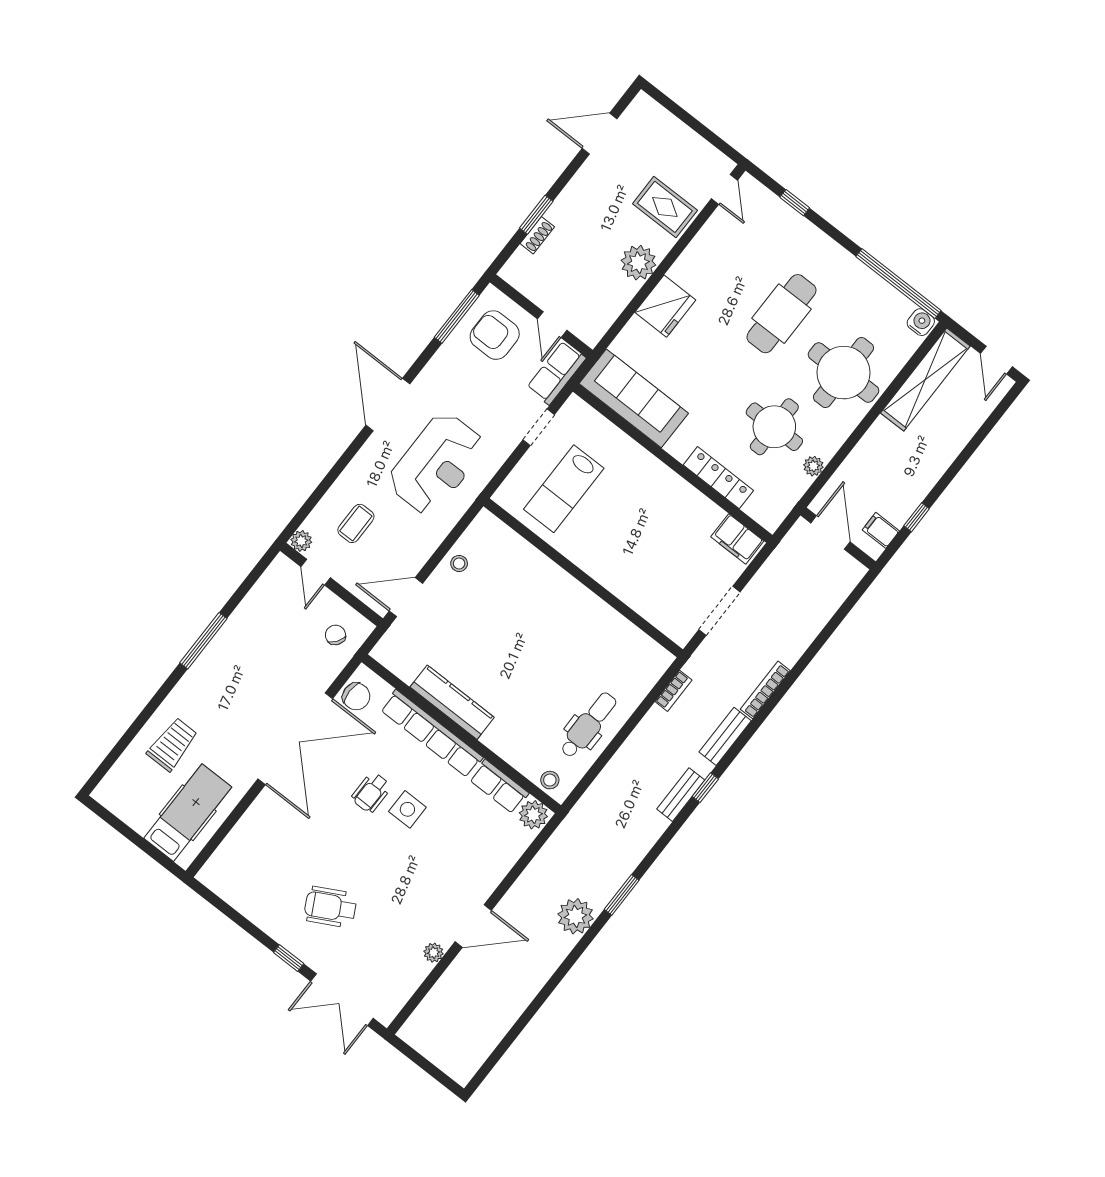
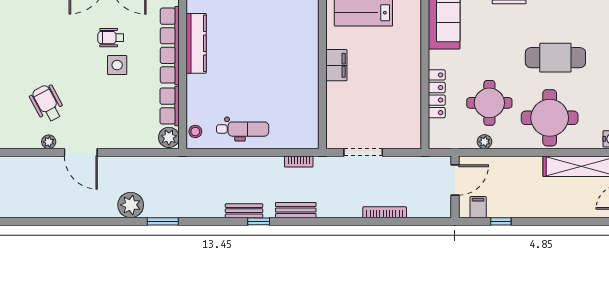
filing cabinet: (737, 539) -> (336, 65), moved, turned 180
bookcase: (765, 690) -> (385, 212), moved
wheelchair: (330, 907) -> (47, 103), moved

